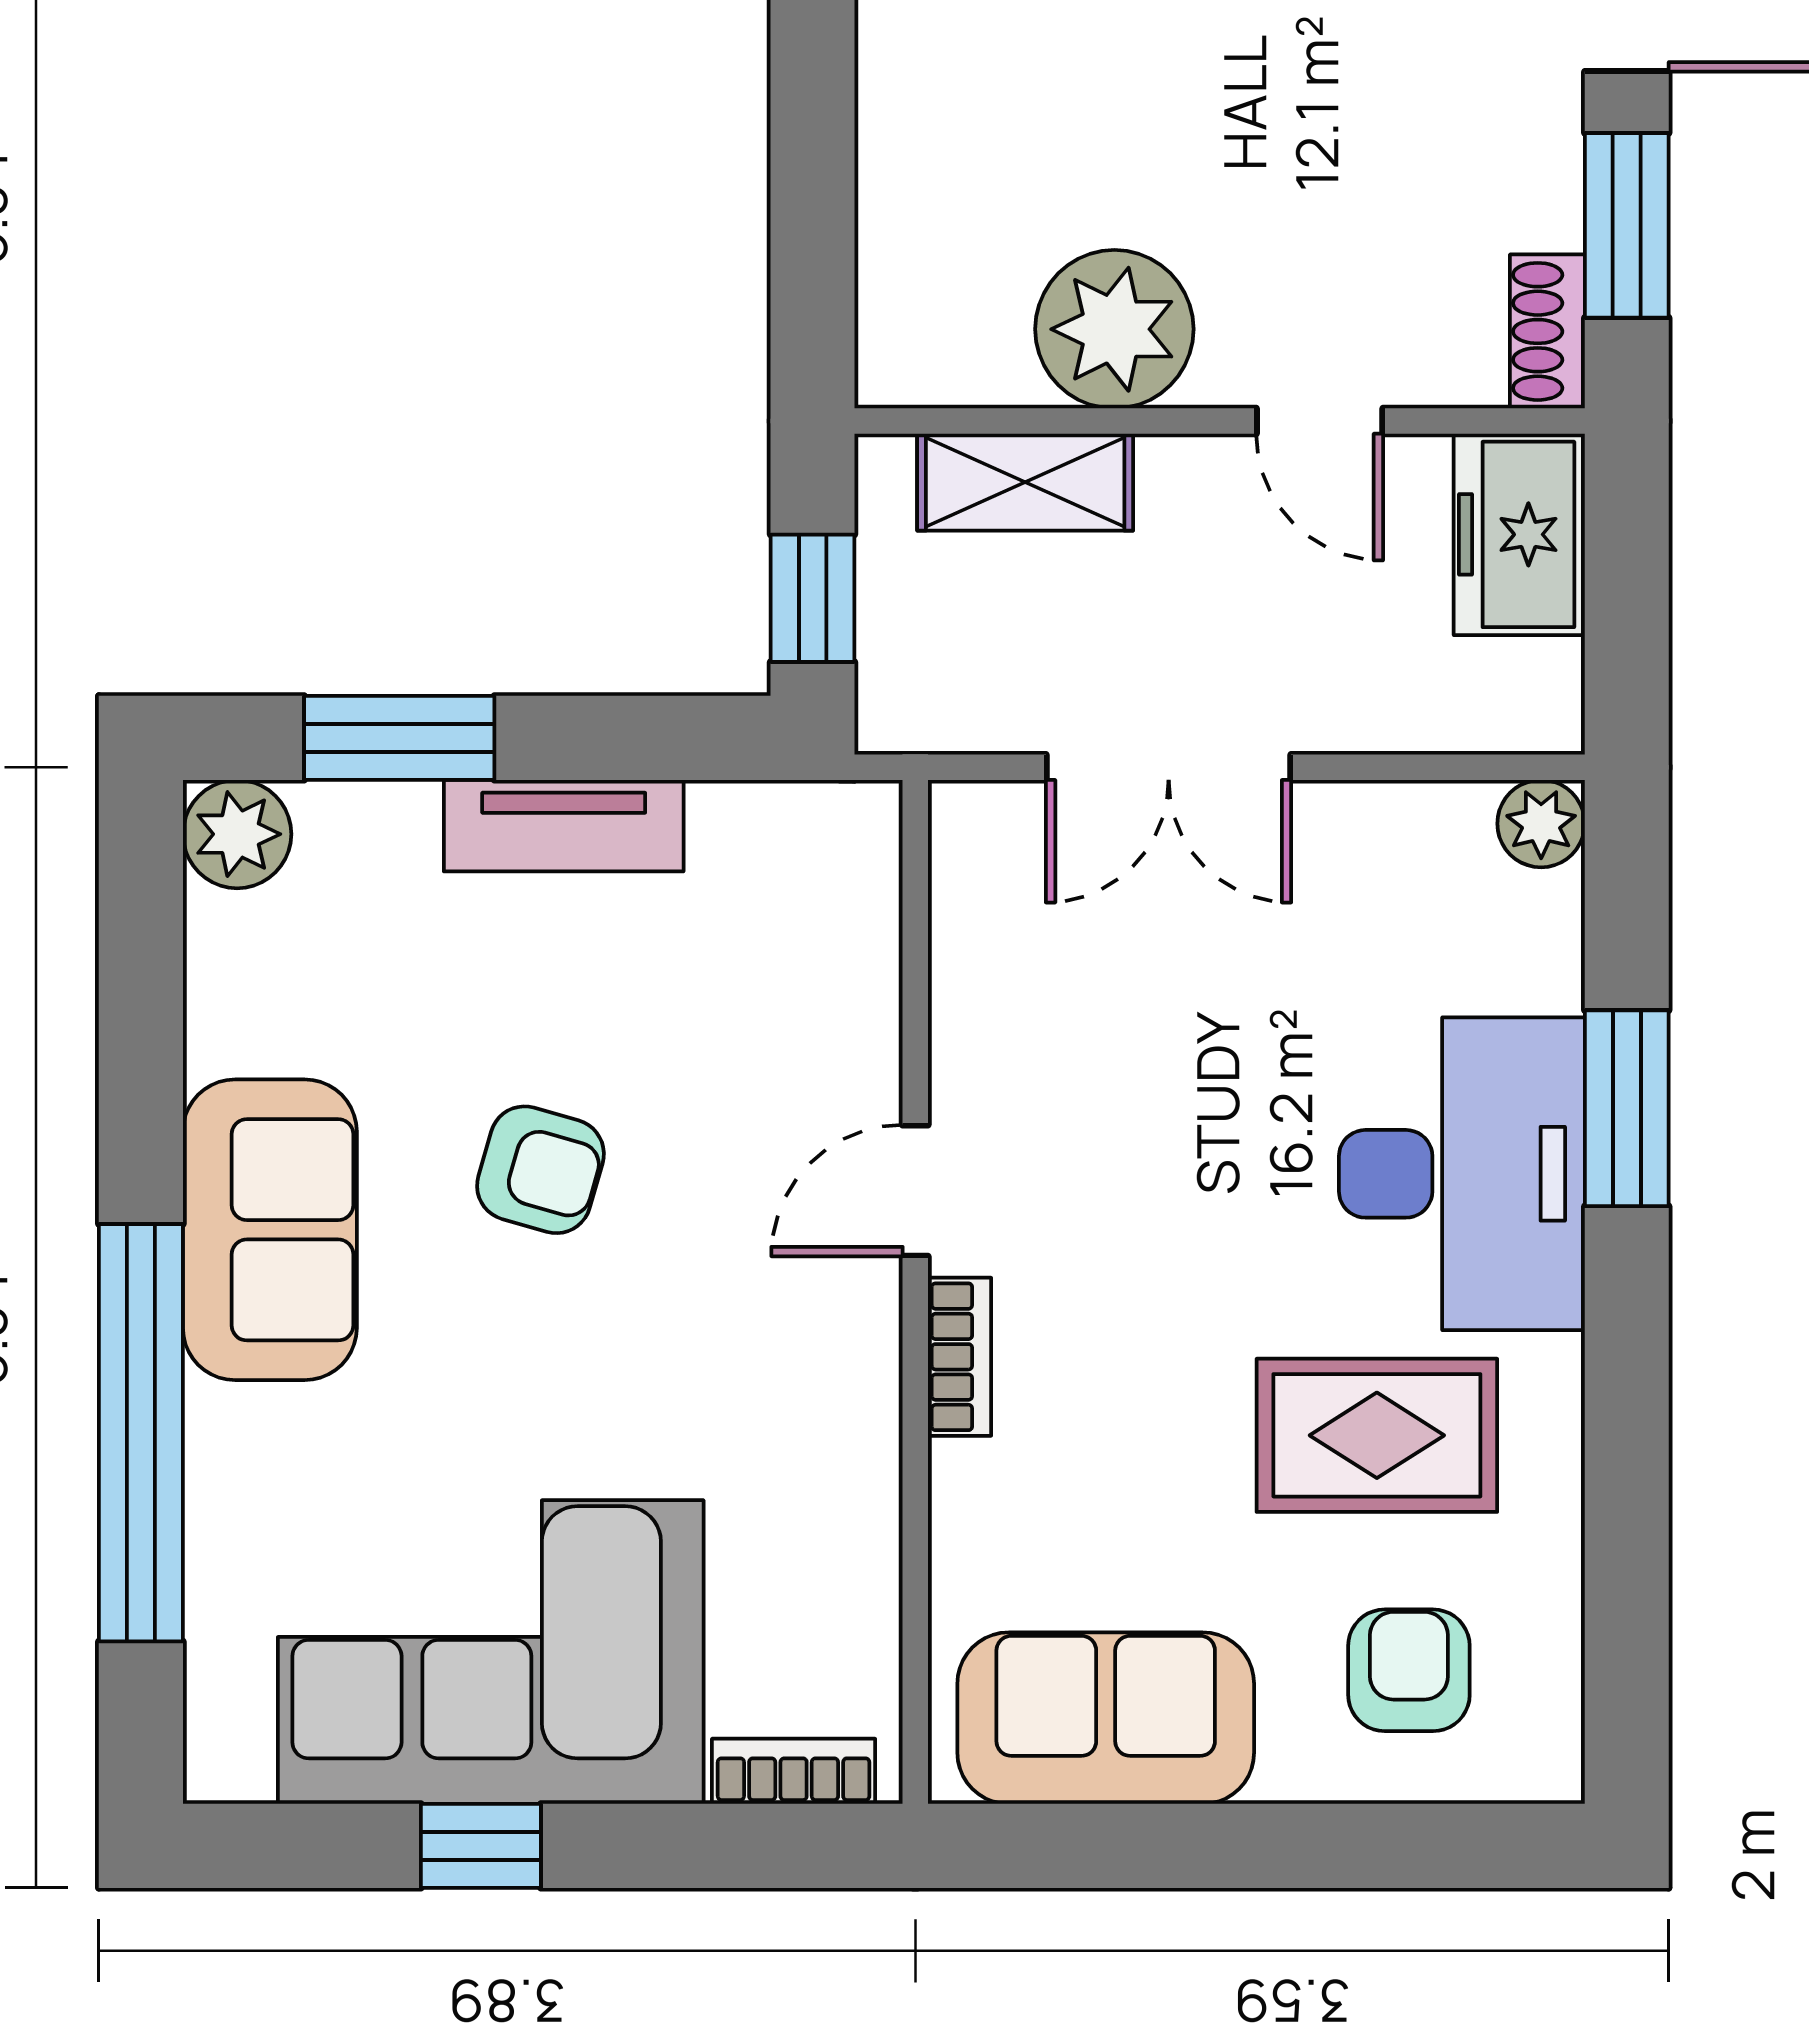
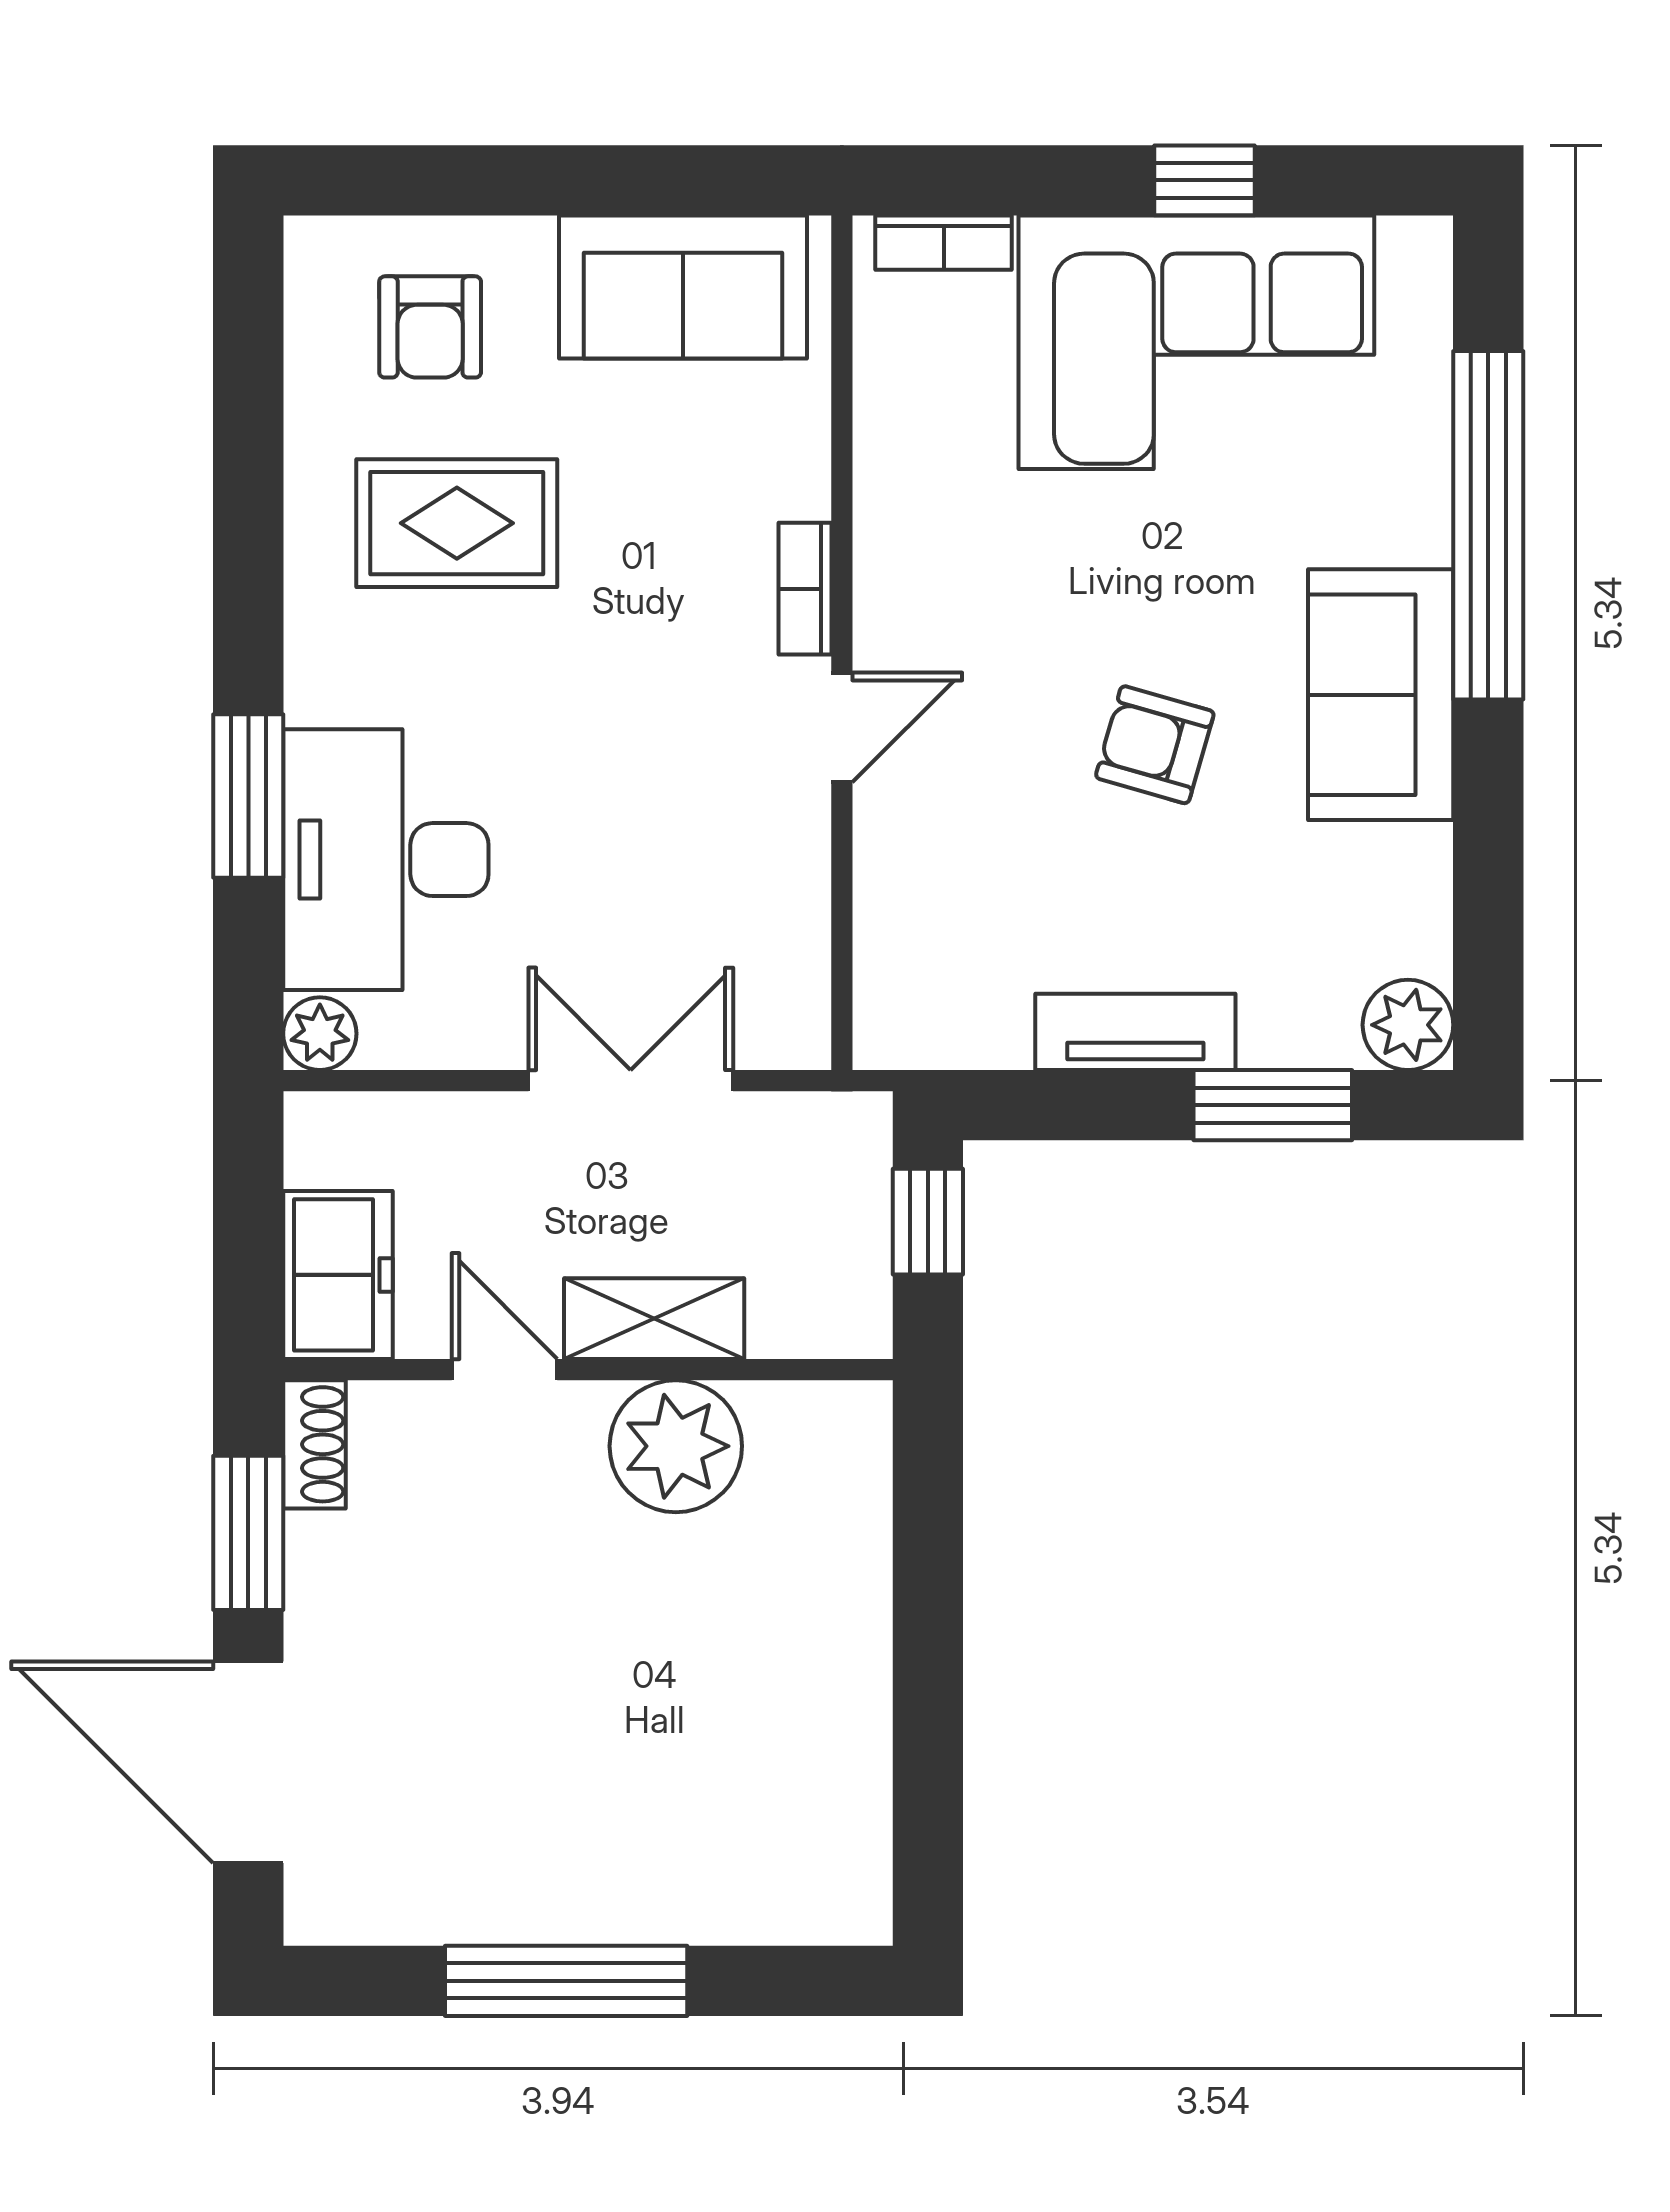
shelving: (1025, 482) -> (654, 1319), moved
desk: (1462, 1174) -> (386, 860), moved

